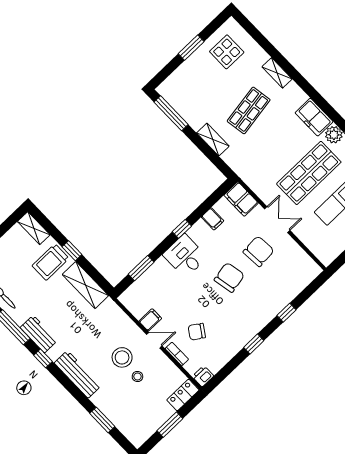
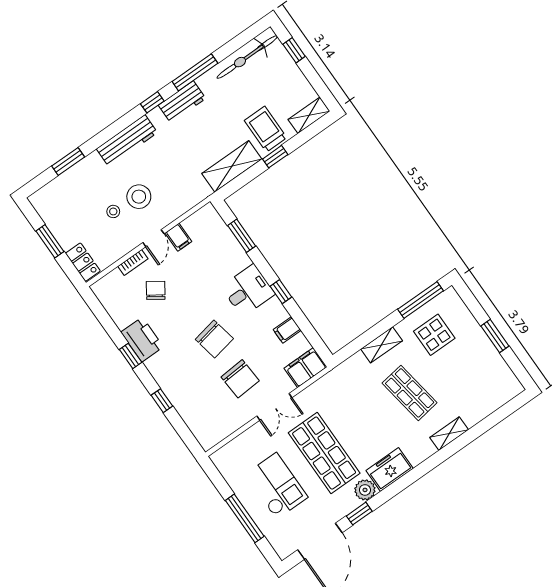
display table: (227, 52) -> (434, 335), moved
printer: (203, 376) -> (142, 339), moved, width x1.87, depth x1.48

